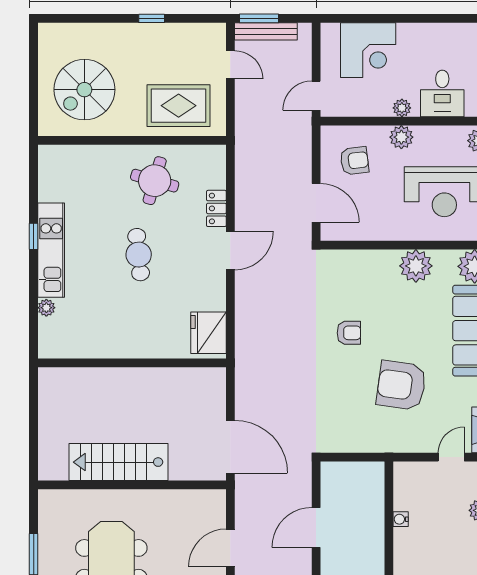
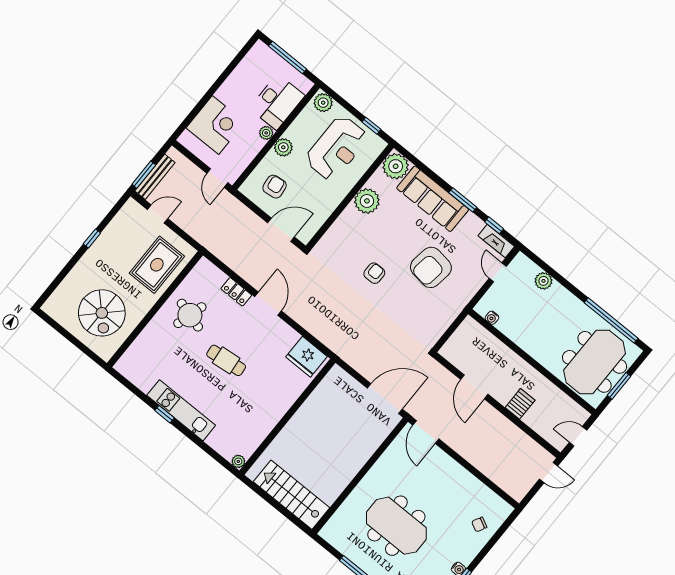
desk: (442, 93) -> (277, 102), width x1.37
plant: (46, 308) -> (238, 461), moved
stairs: (119, 462) -> (292, 495), moved, turned 90
water cooler: (401, 519) -> (492, 318), moved
door: (230, 548) -> (426, 432), moved

